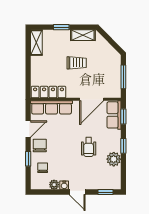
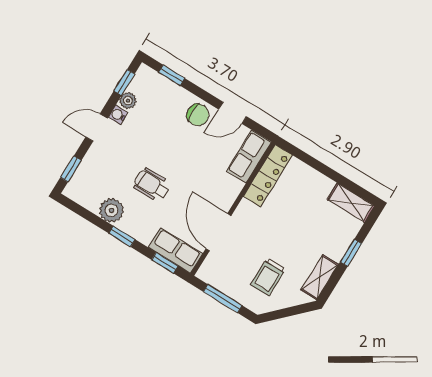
trolley: (77, 63) -> (268, 277), moved
row of seats: (52, 107) -> (249, 157), width x0.68
door: (28, 129) -> (232, 113), hinge flipped
window: (28, 159) -> (172, 75), moved
chair: (43, 168) -> (163, 99), removed
window: (46, 192) -> (124, 82), added

